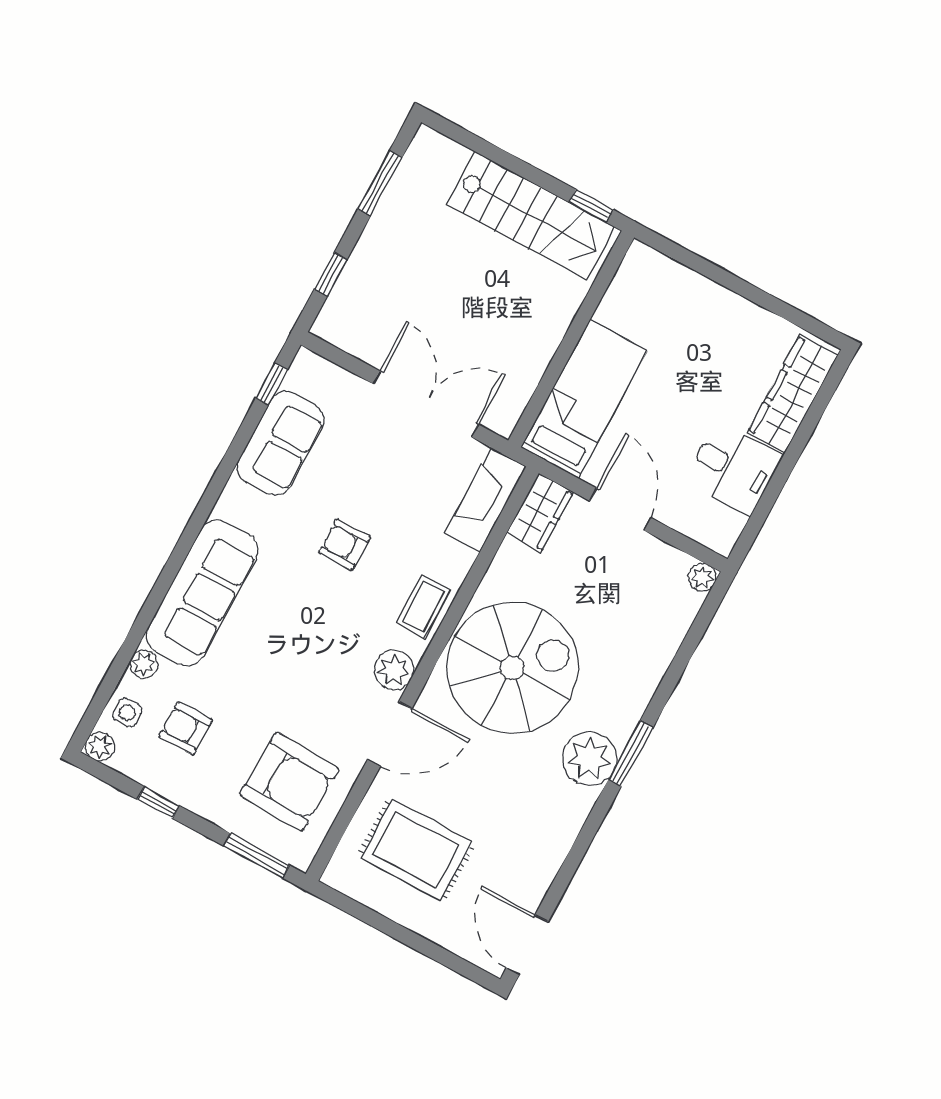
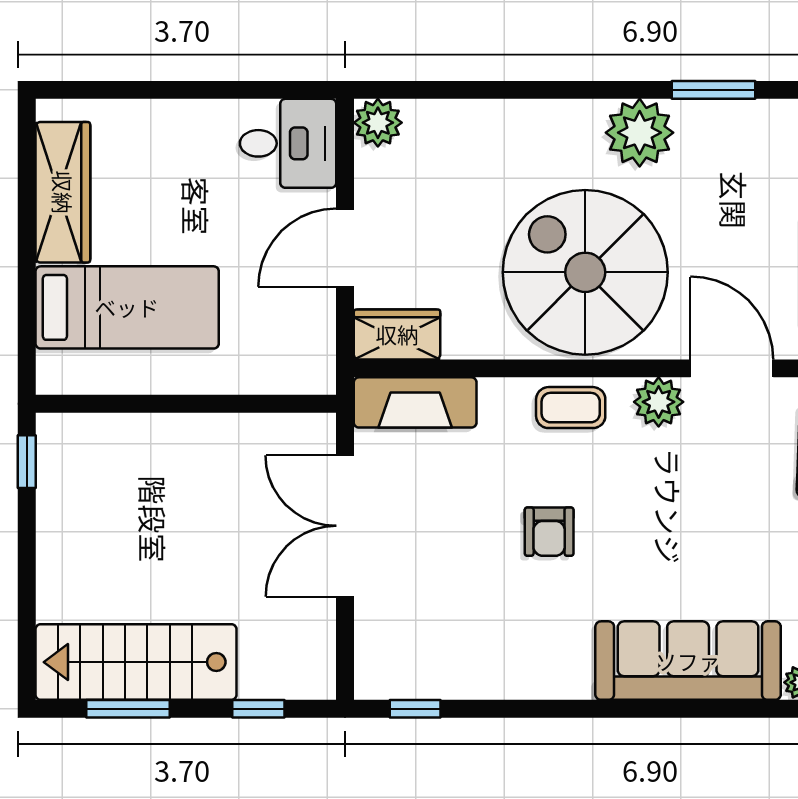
stairs: (531, 216) -> (136, 662), moved, turned -90
wardrobe: (793, 394) -> (63, 192), moved, turned -90
bed: (584, 399) -> (127, 307), moved, turned 180
sofa: (281, 443) -> (475, 663), removed
desk: (733, 469) -> (288, 143), moved, turned 90
plant: (702, 577) -> (378, 123), width x1.38, depth x1.38
window: (631, 753) -> (714, 90), moved

